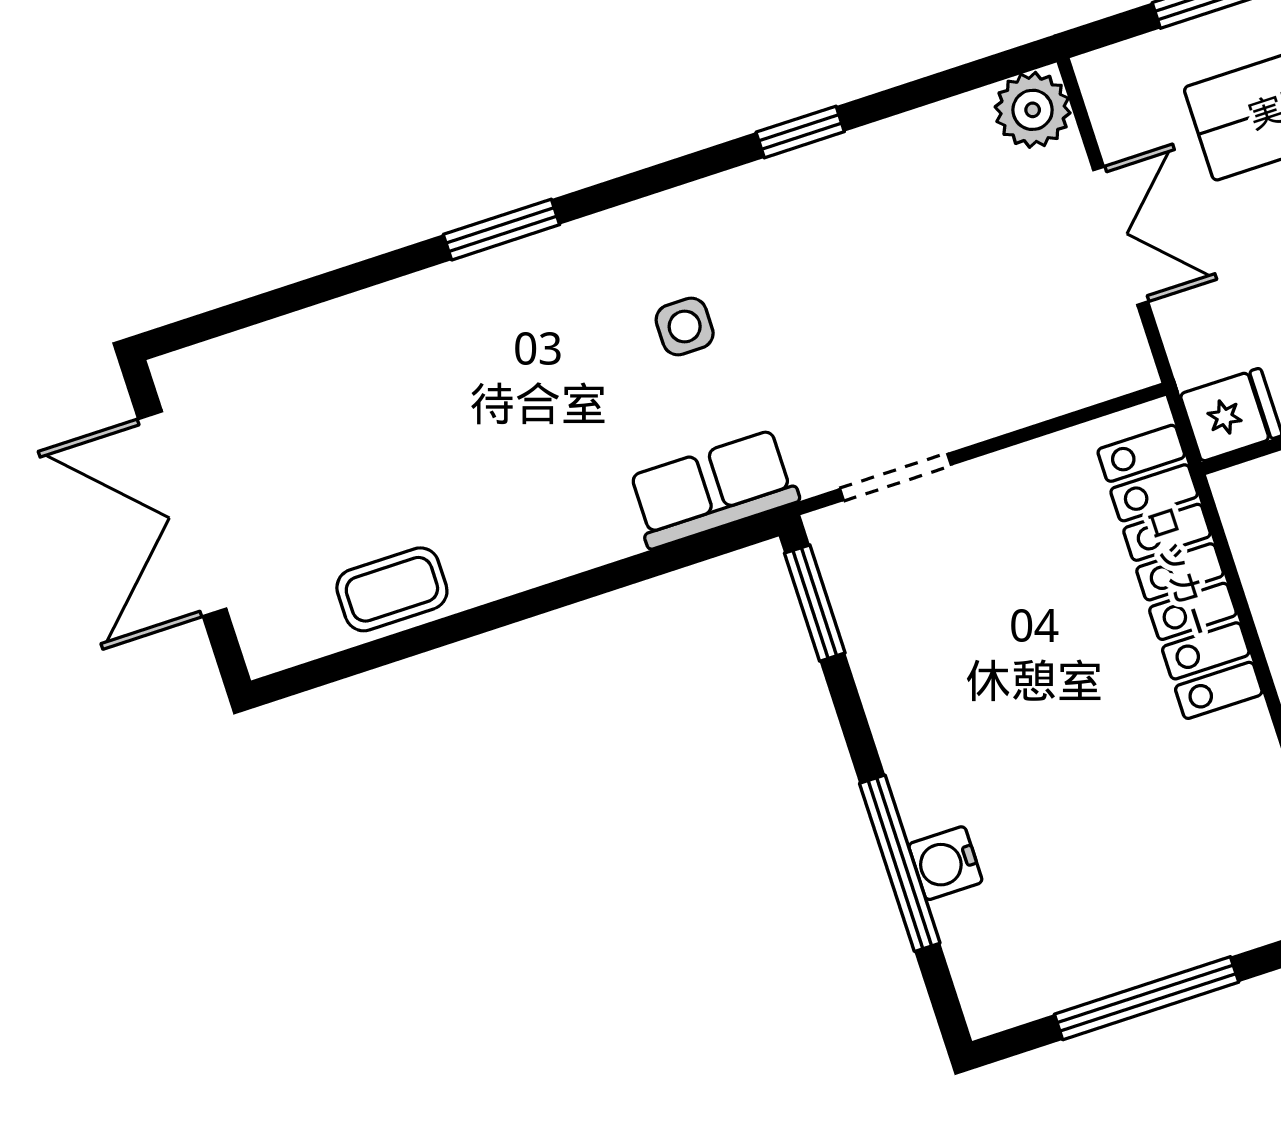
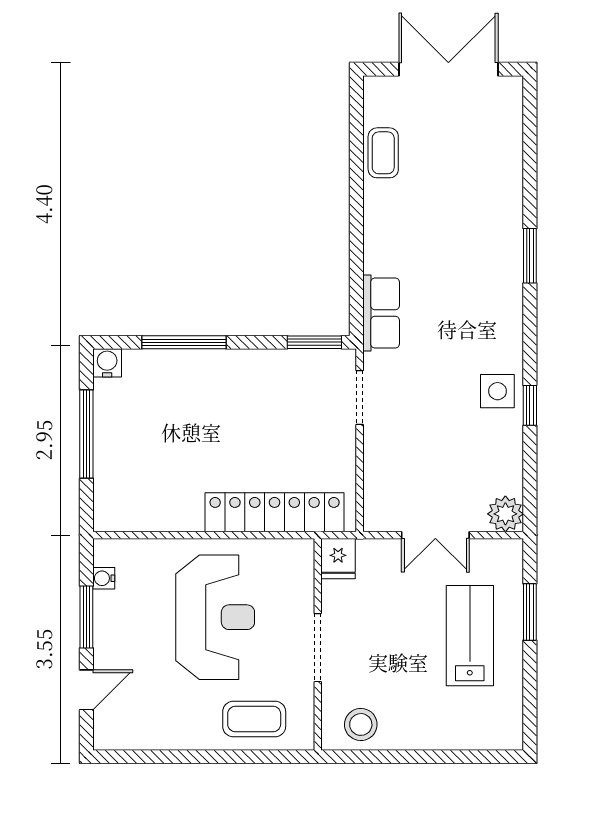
side table: (685, 327) -> (497, 391), moved, width x1.37, depth x1.37
water cooler: (945, 863) -> (107, 363), moved

